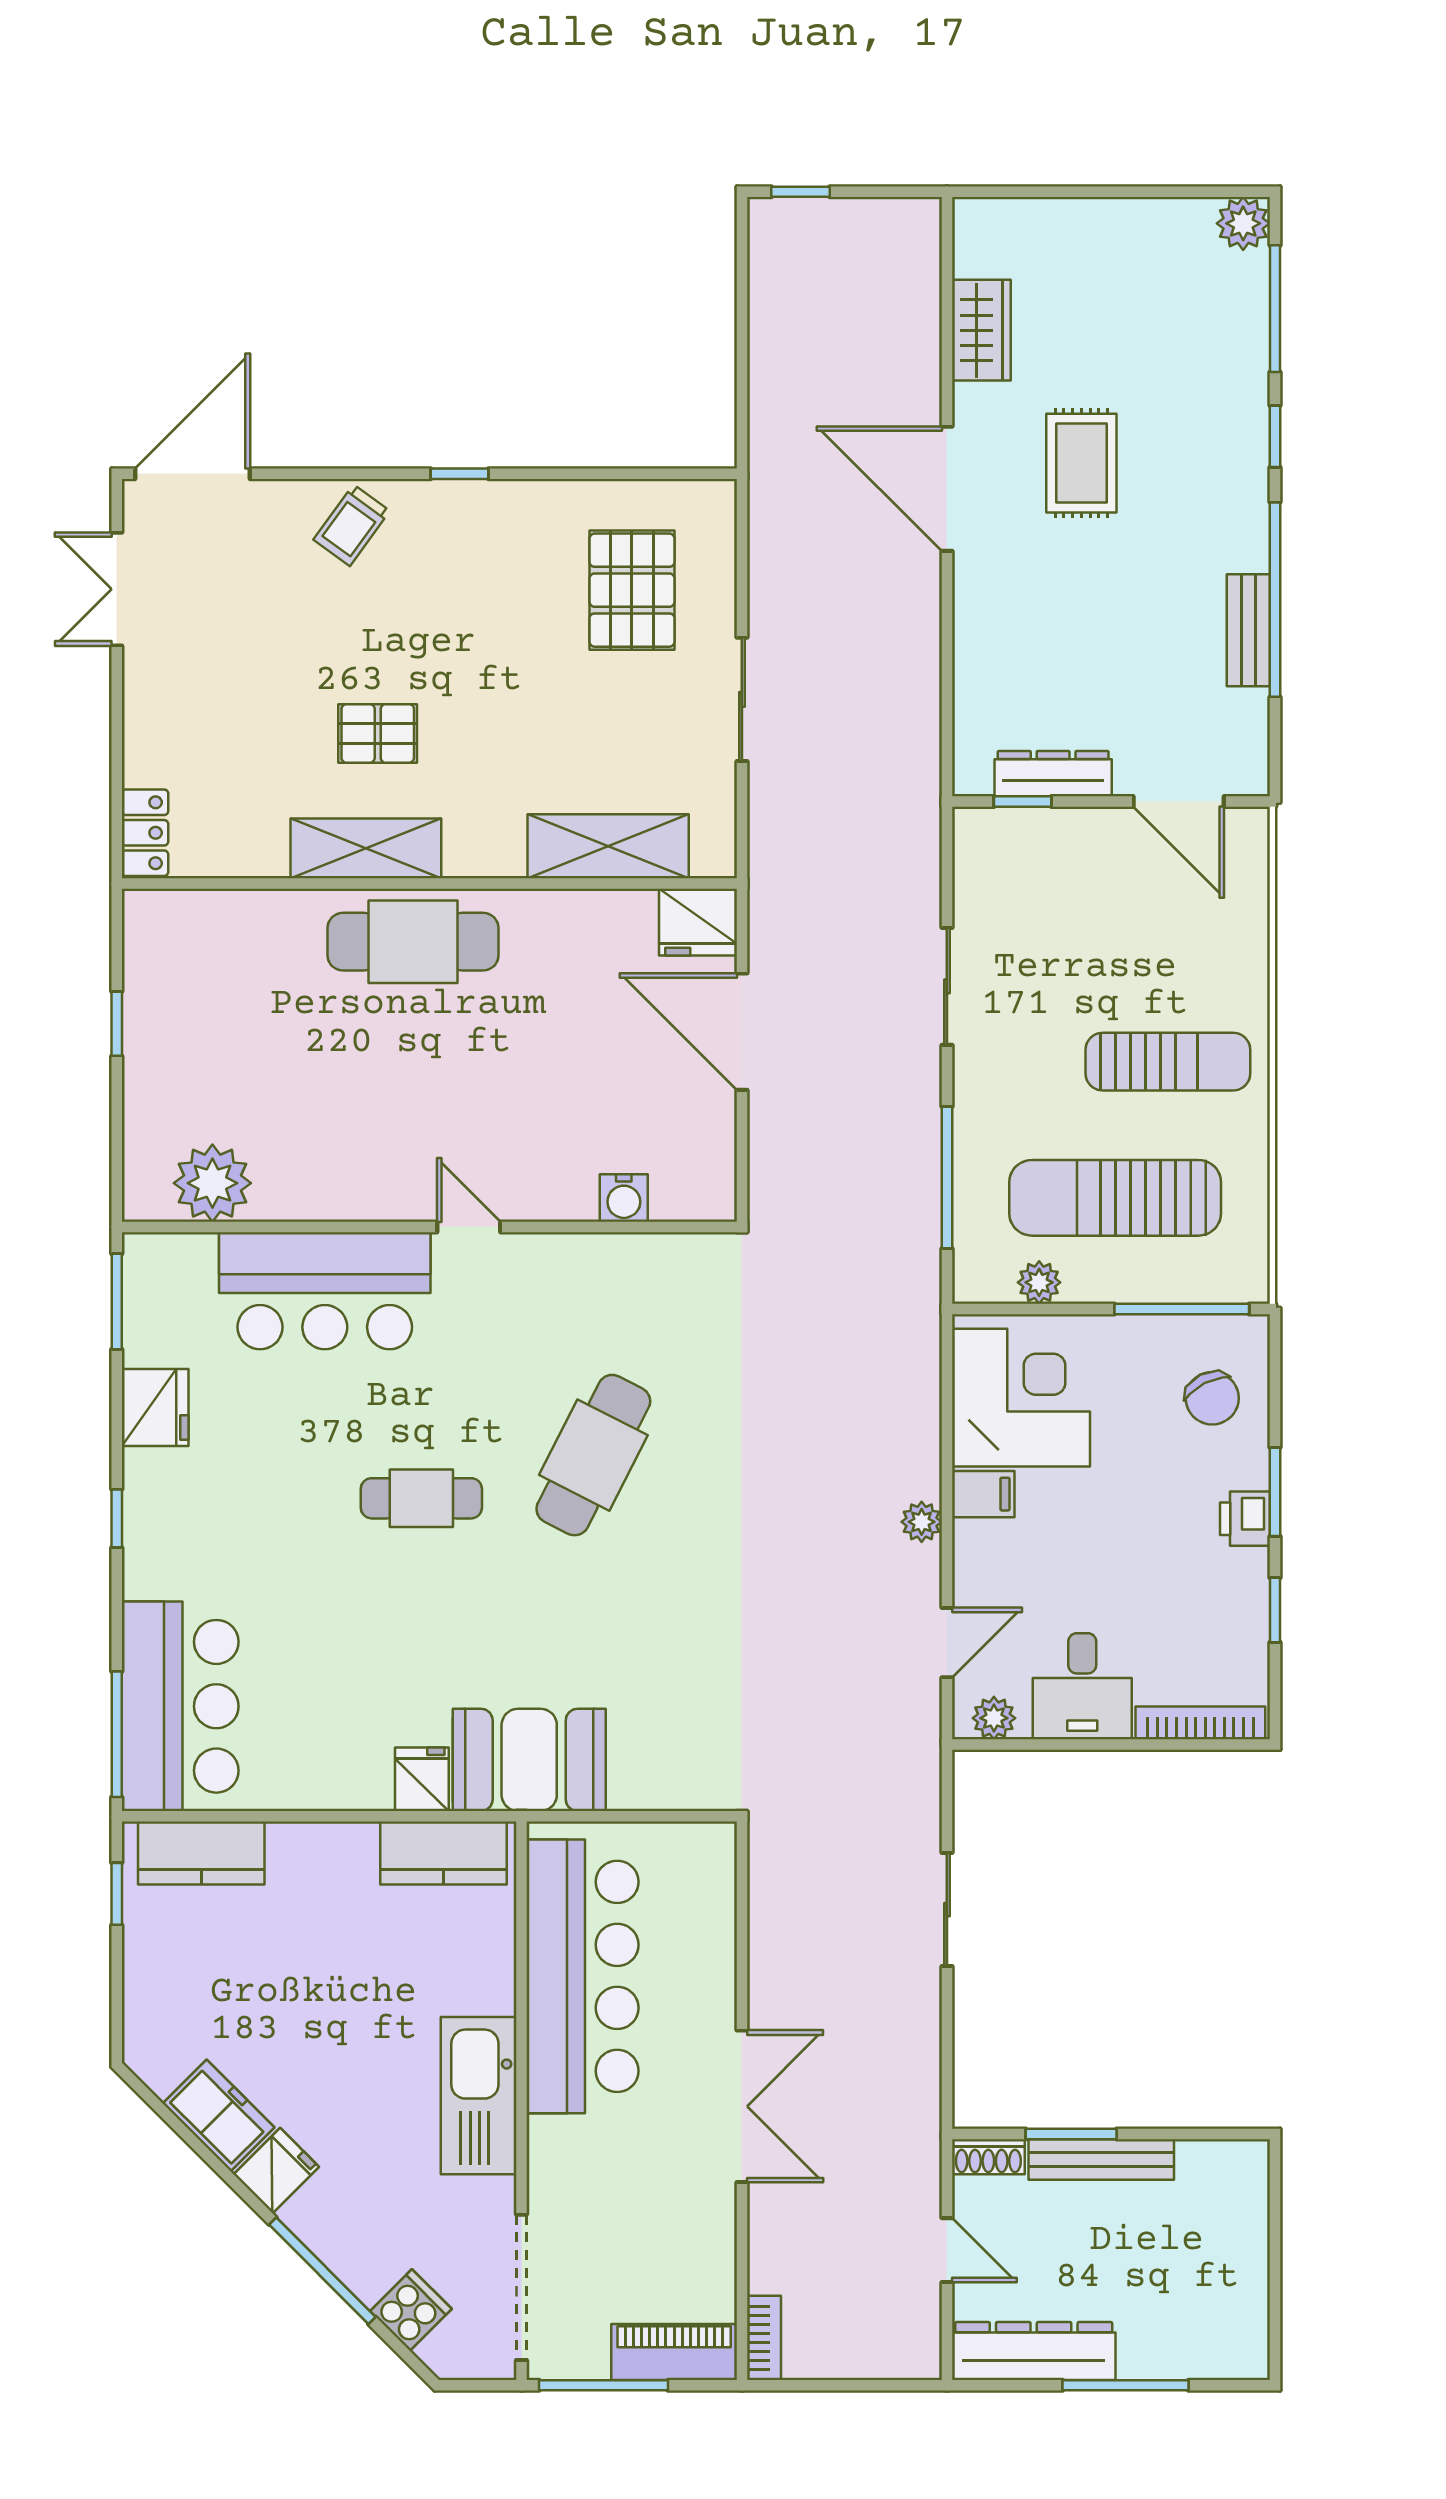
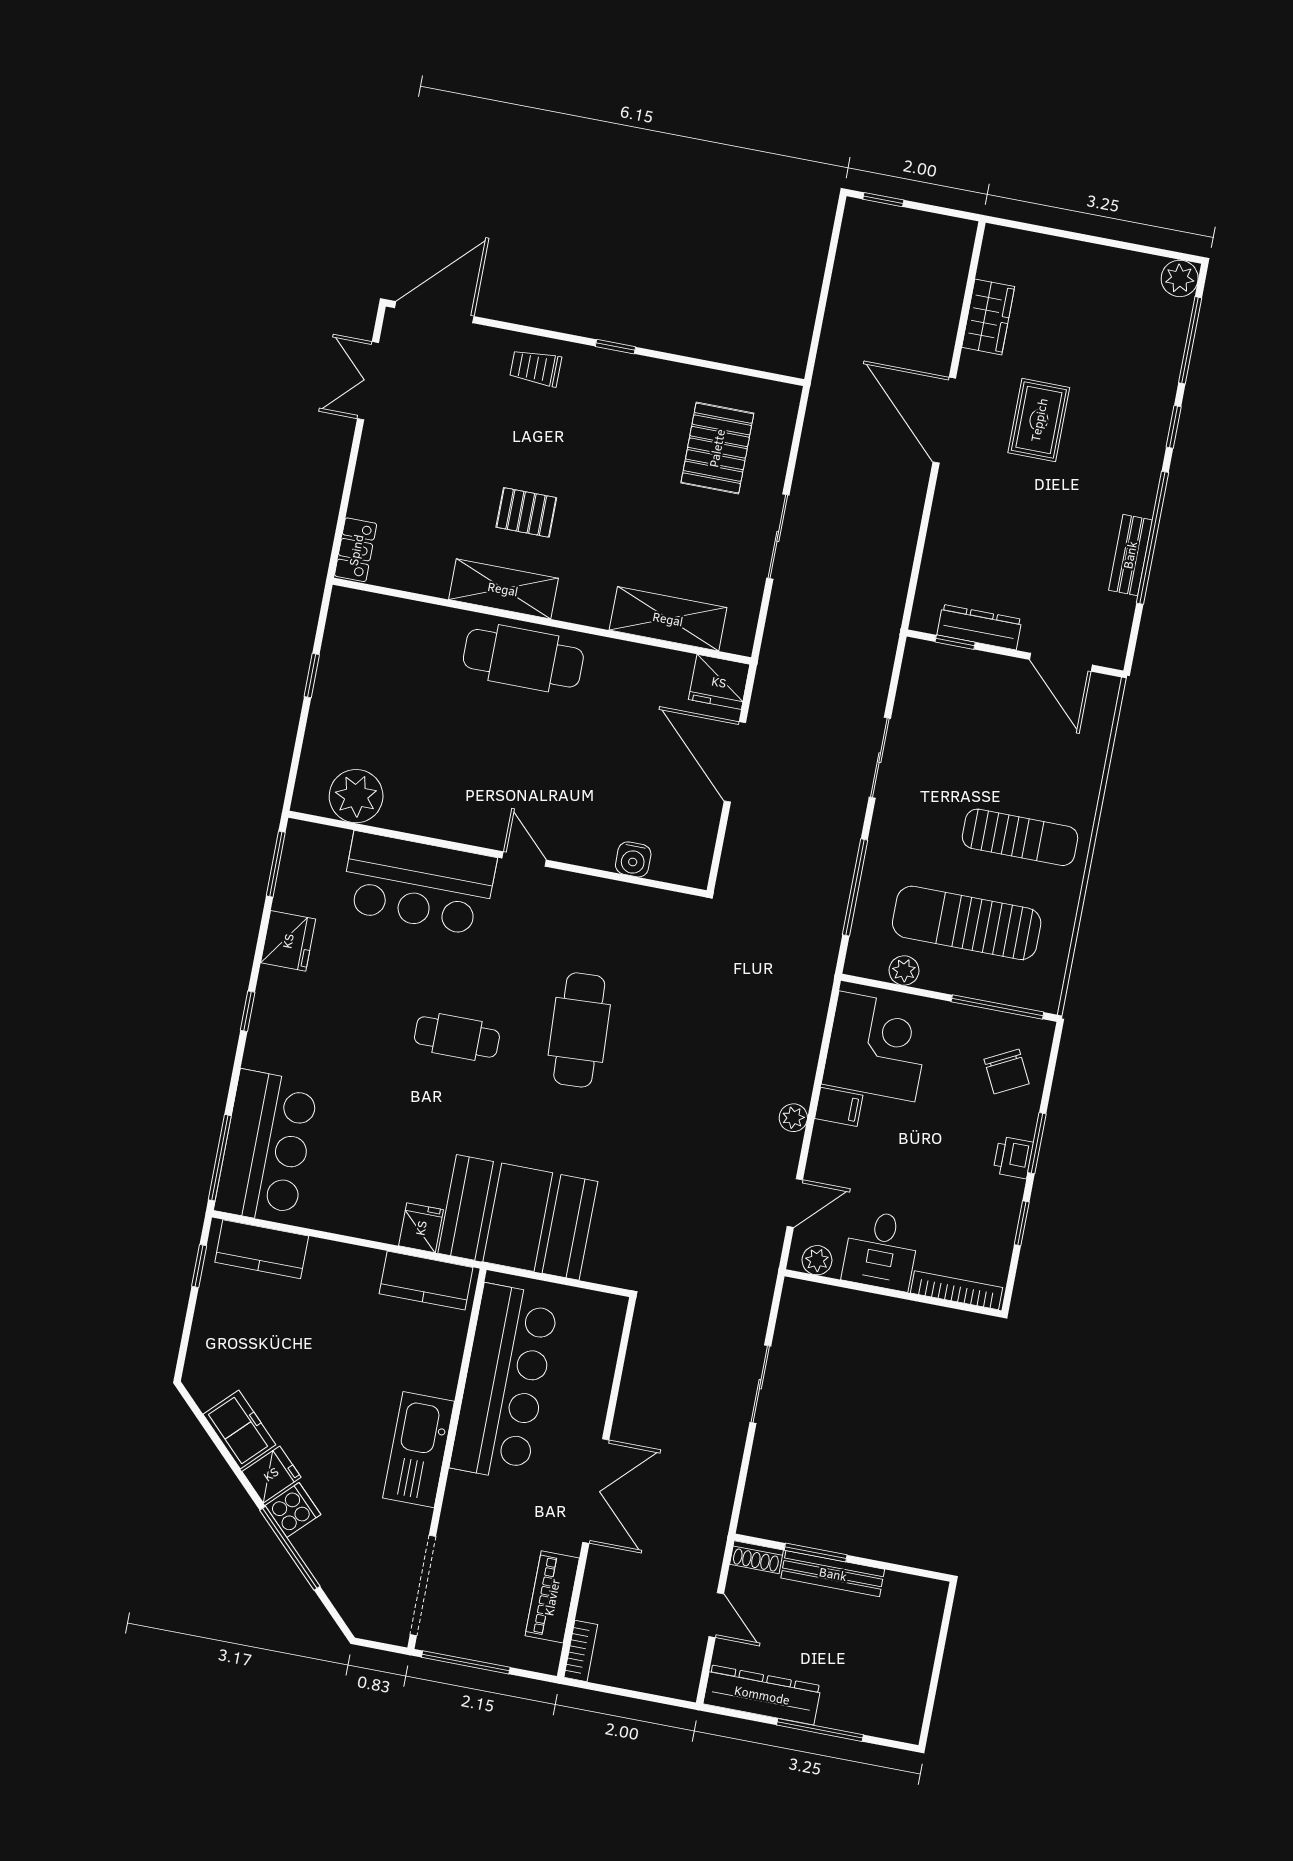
trolley: (352, 525) -> (536, 368), turned 54
cafe table: (593, 1455) -> (579, 1030), turned -30
booth: (529, 1760) -> (518, 1217), width x1.36, depth x1.42
cooker: (411, 2310) -> (293, 1510), moved
piano: (674, 2352) -> (552, 1597), moved, turned -90

